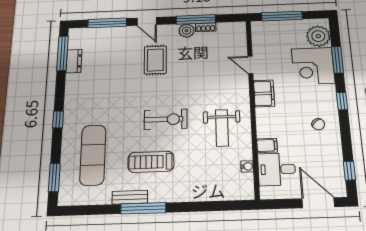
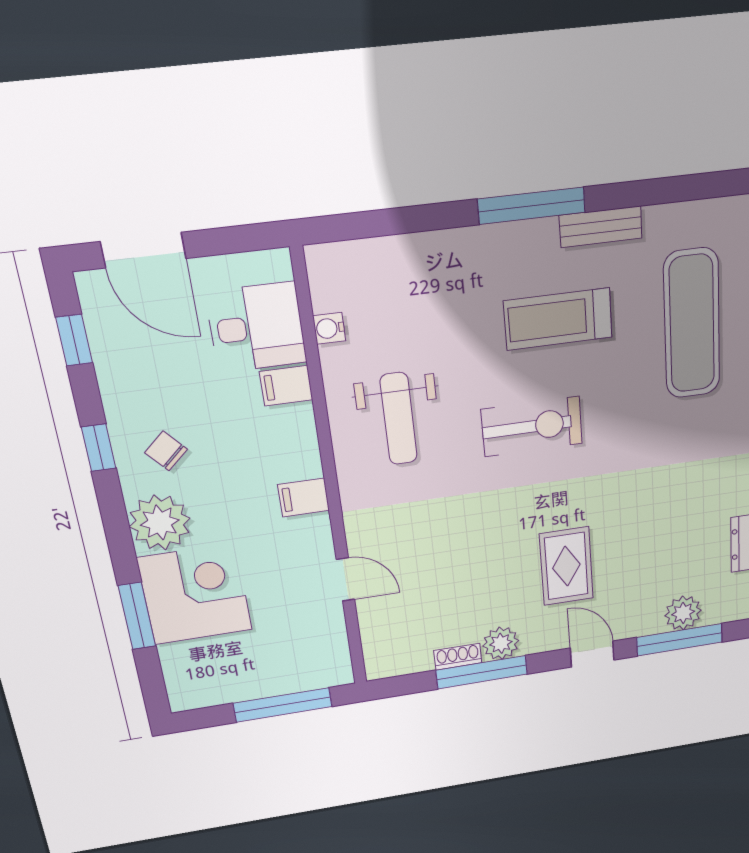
plant: (105, 34) -> (683, 613), added
plant: (318, 36) -> (160, 523), moved
filing cabinet: (264, 93) -> (304, 498), width x0.50
window: (342, 101) -> (99, 448), moved
exercise bike: (166, 119) -> (532, 427), turned 180
weight bench: (222, 128) -> (399, 419), turned 180
treadmill: (151, 162) -> (558, 319), turned 180
window: (143, 208) -> (532, 206), moved

